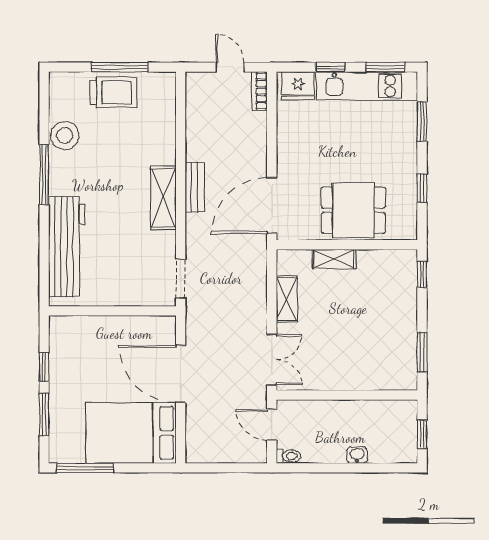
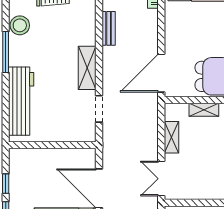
bench: (195, 187) -> (109, 28), moved
doorway: (181, 279) -> (99, 109), moved
double door: (272, 360) -> (161, 179), swing flipped

